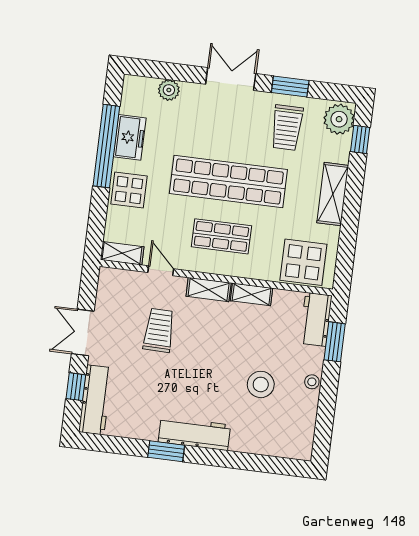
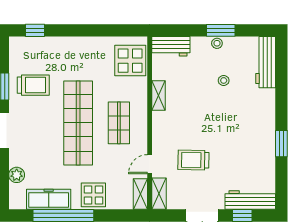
plant: (339, 119) -> (22, 48), removed
freezer: (130, 137) -> (49, 199), width x1.40
shelving: (333, 194) -> (78, 45), removed
shelving: (209, 290) -> (159, 194), moved
window: (335, 342) -> (221, 30), moved
stool: (261, 384) -> (224, 80), width x0.53, depth x0.53
workbench: (194, 433) -> (266, 62), moved

